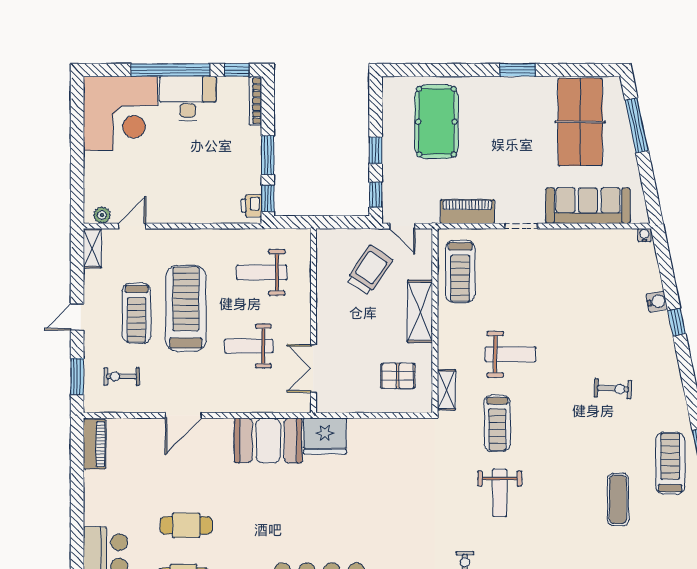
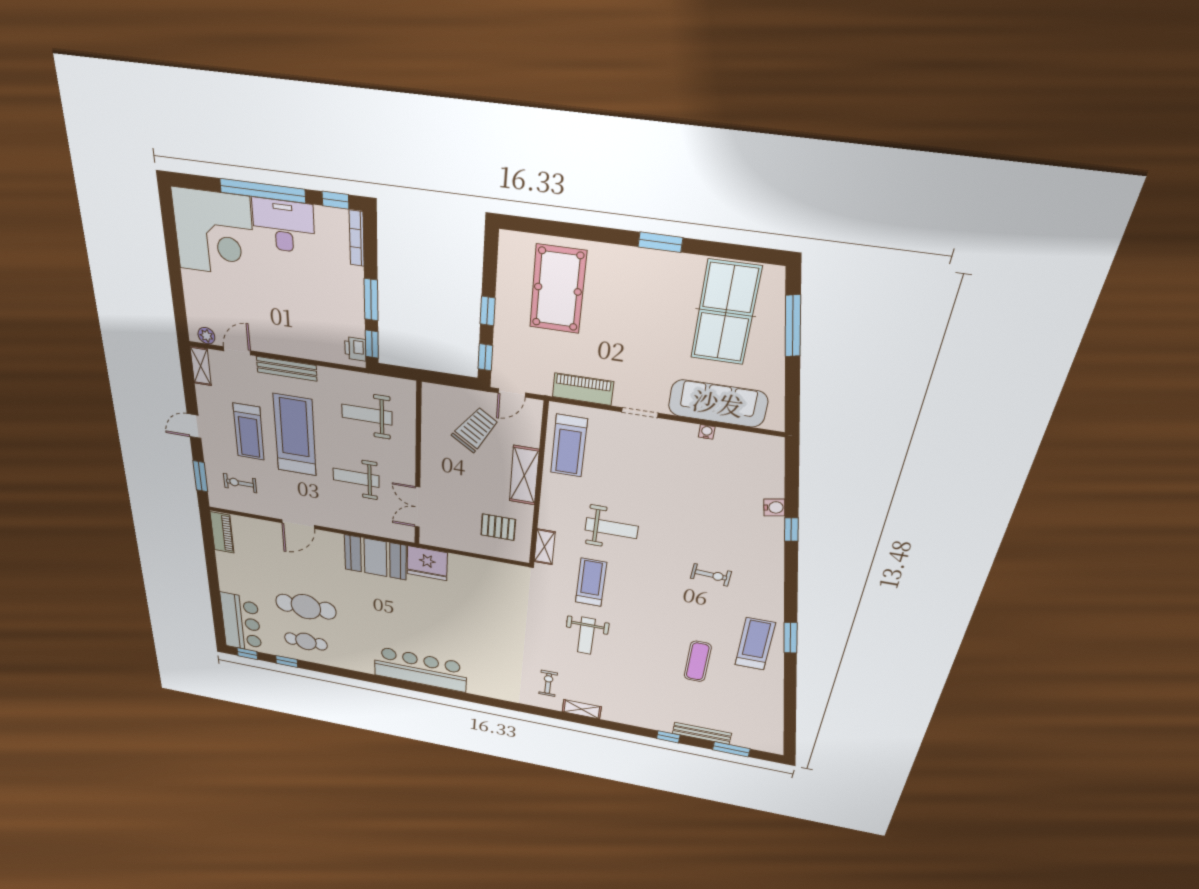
door: (402, 226) -> (512, 393), hinge flipped
water cooler: (644, 235) -> (707, 432), moved
bench: (182, 237) -> (287, 369), added
treadmill: (497, 423) -> (591, 582), turned 180
cafe table: (186, 525) -> (306, 607), width x1.37, depth x1.35

